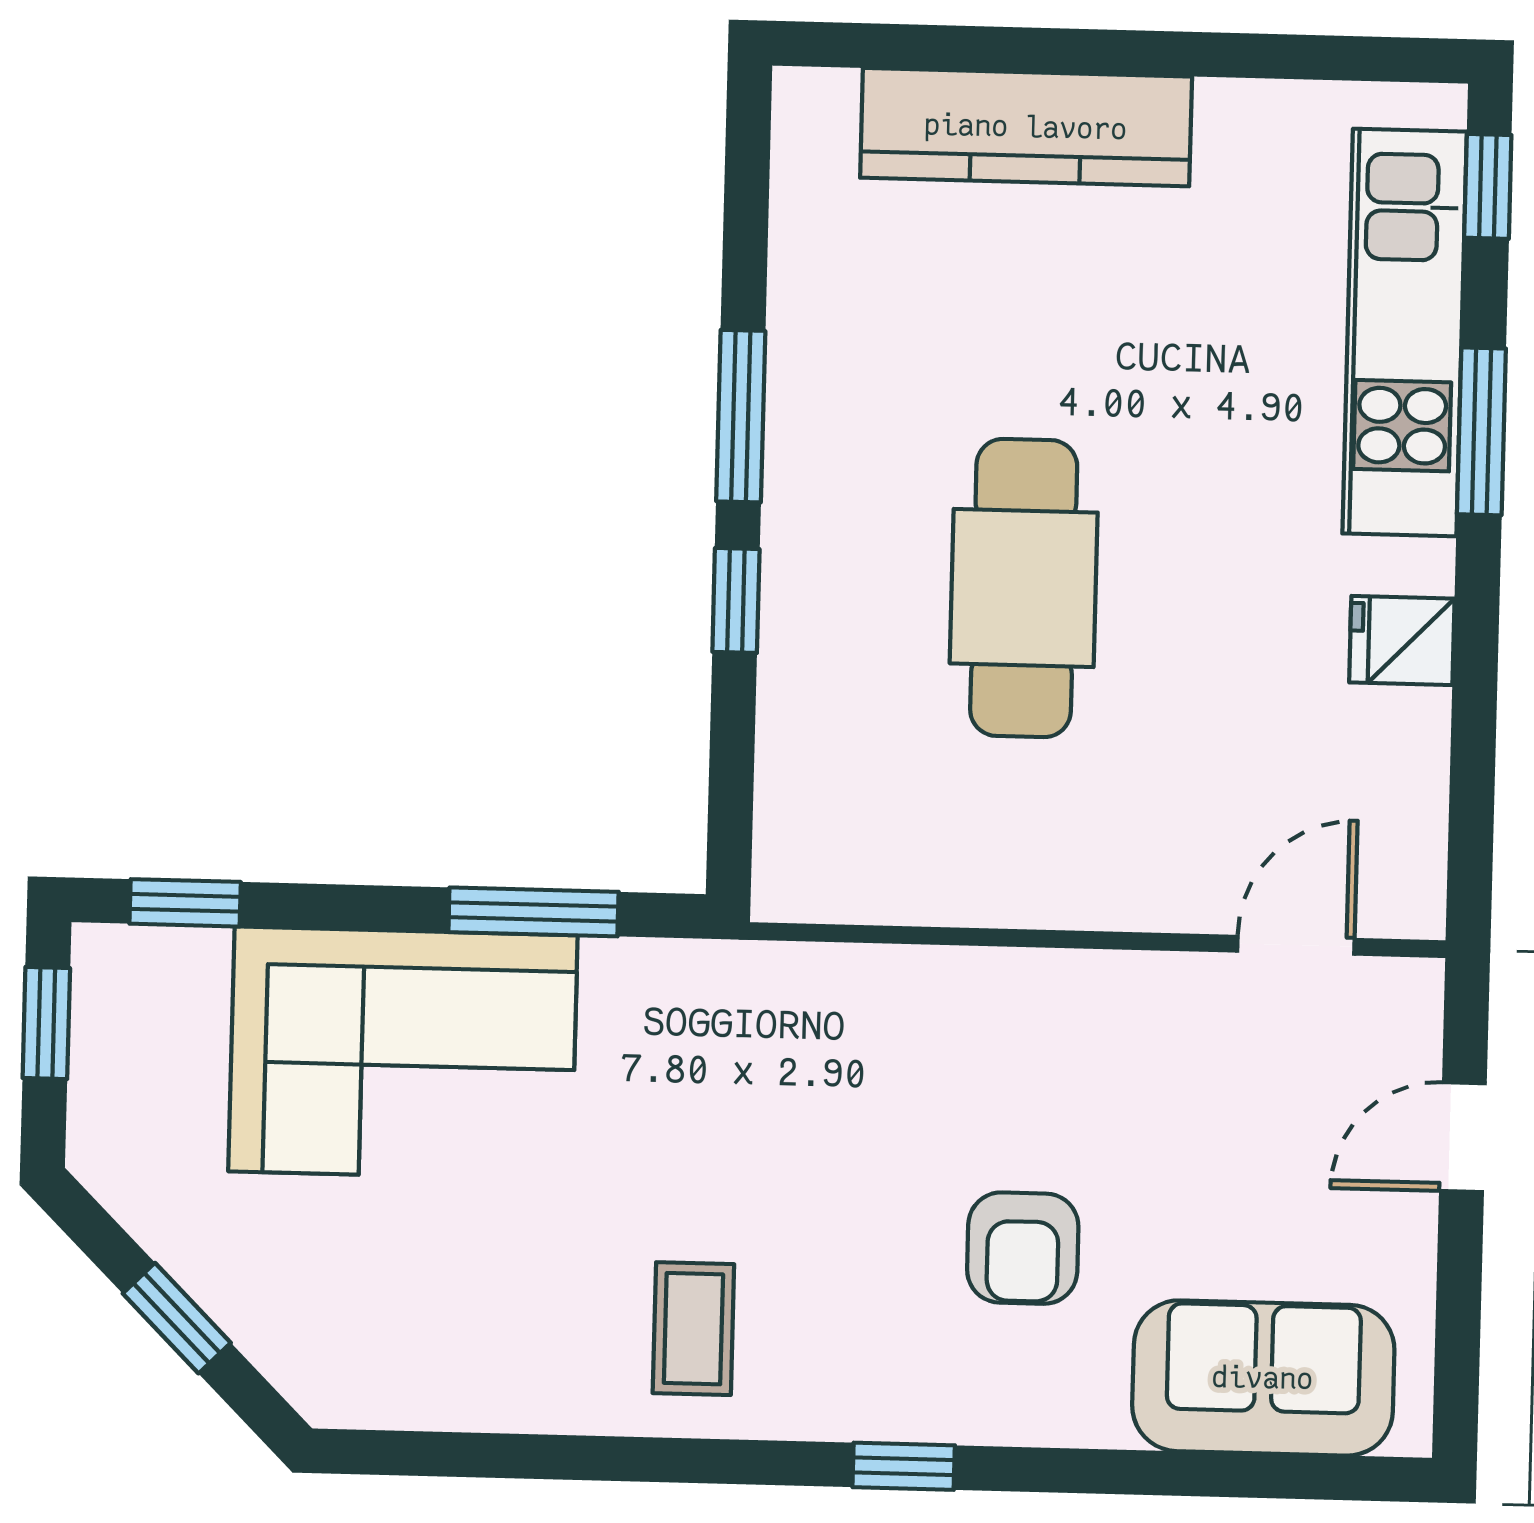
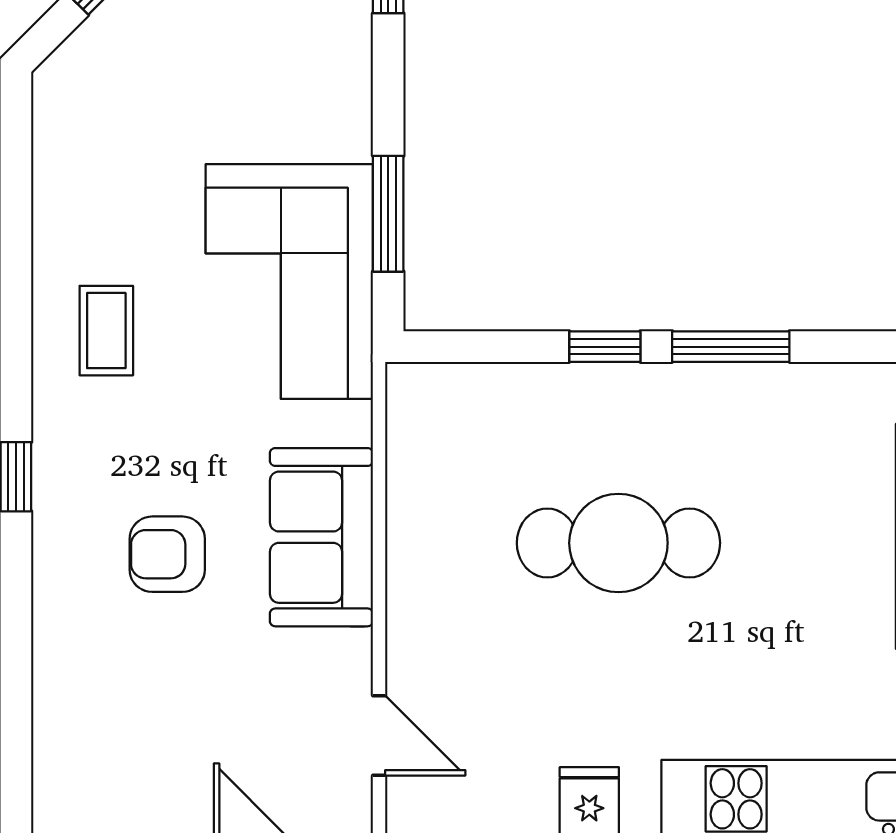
corner sofa: (403, 1053) -> (289, 282), moved
coffee table: (693, 1329) -> (106, 331), turned 90
sofa: (1263, 1378) -> (321, 537), moved, turned 180

